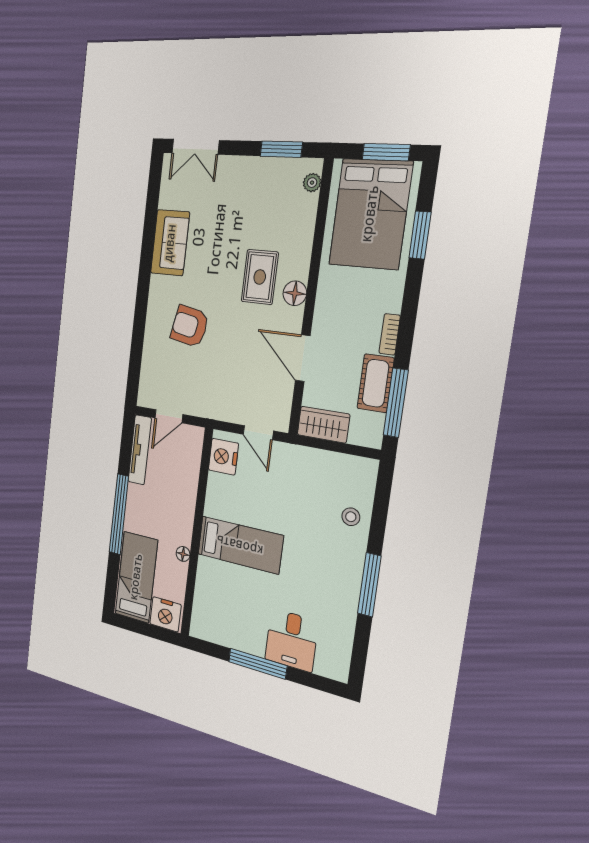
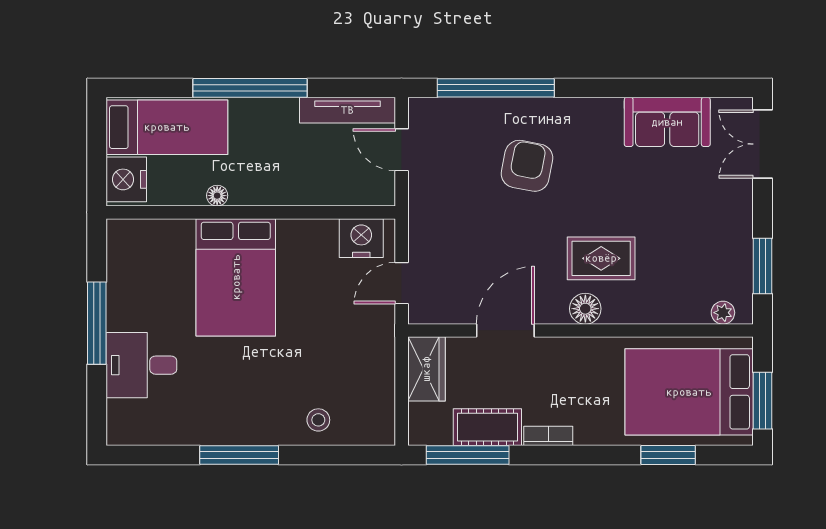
sofa: (170, 243) -> (667, 122), moved
window: (137, 342) -> (496, 88), added
bed: (240, 545) -> (236, 277), width x1.50

